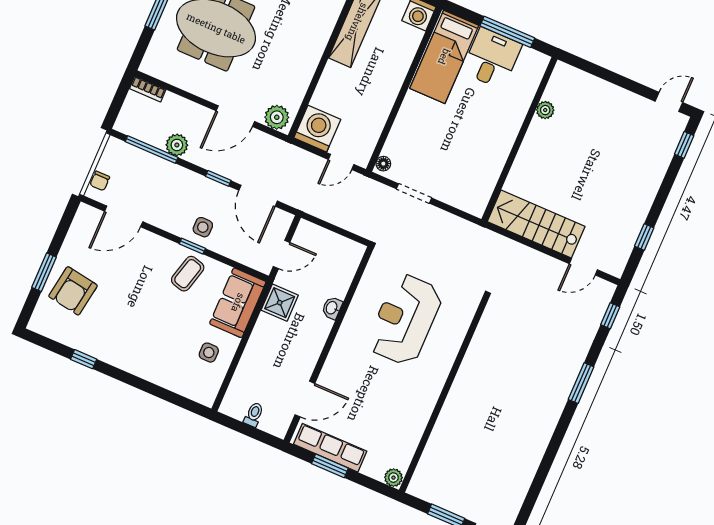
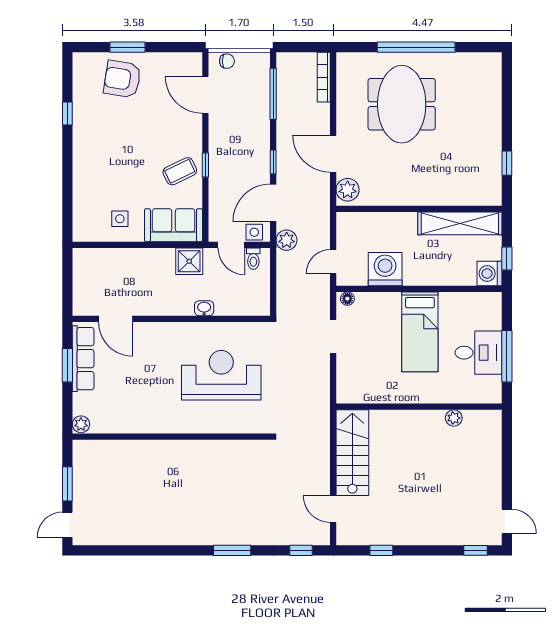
bed: (444, 57) -> (420, 332), moved, turned -90
bookcase: (148, 89) -> (324, 77), width x1.56
washing machine: (317, 129) -> (385, 269), moved, turned -90
plant: (177, 145) -> (287, 240), moved
door: (341, 162) -> (333, 262), hinge flipped
chair: (100, 181) -> (227, 61), turned 180
side table: (203, 227) -> (254, 232), moved
coffee table: (188, 274) -> (180, 171), turned -41
toilet: (254, 414) -> (253, 259), moved, turned 90

